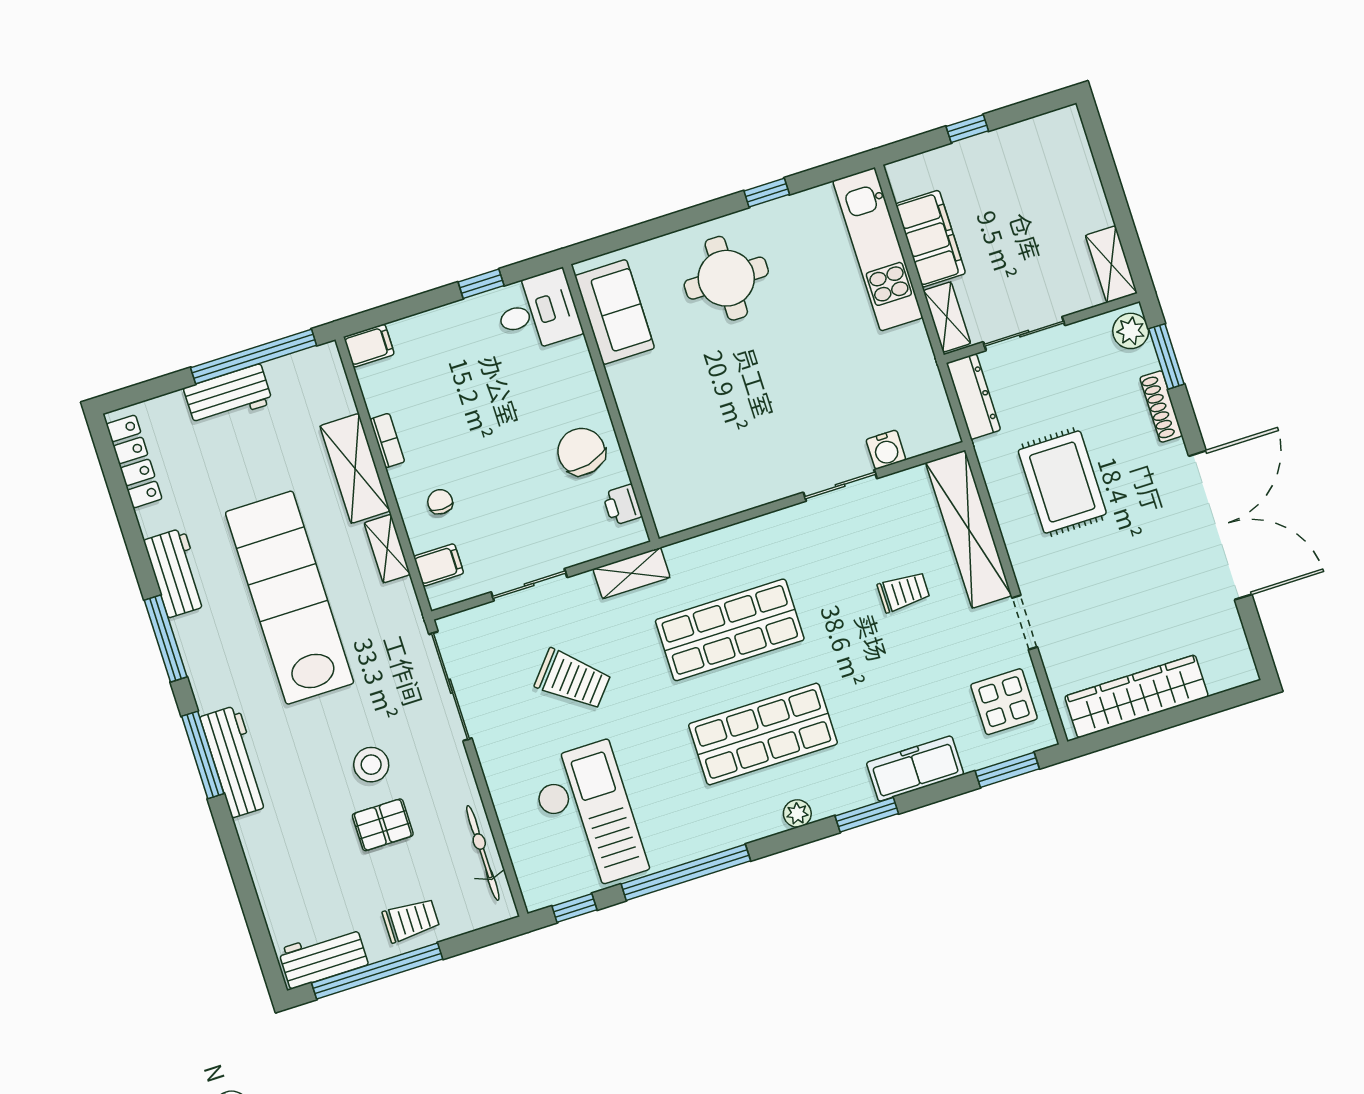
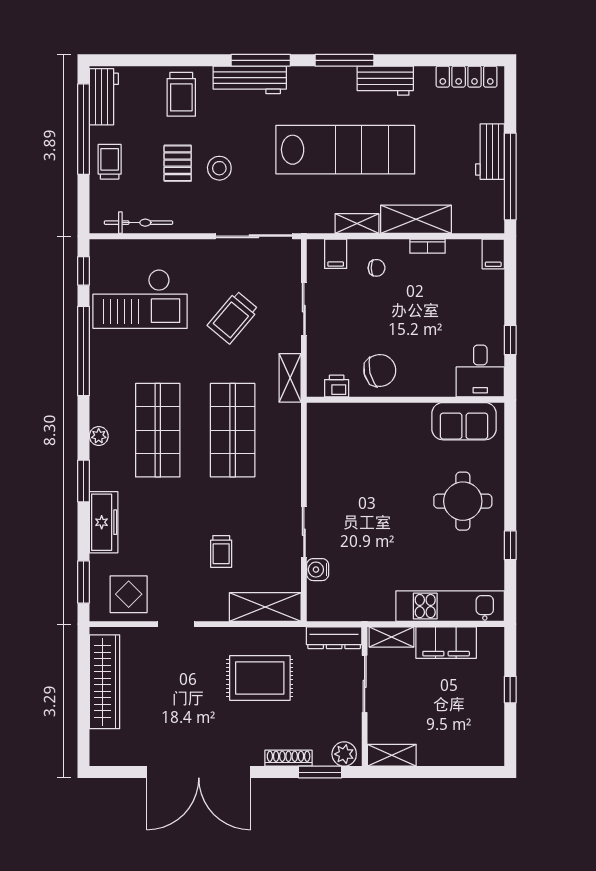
shelving: (969, 529) -> (265, 607), width x0.68
trolley: (285, 850) -> (181, 94), added
trolley: (411, 920) -> (110, 162), turned 180

